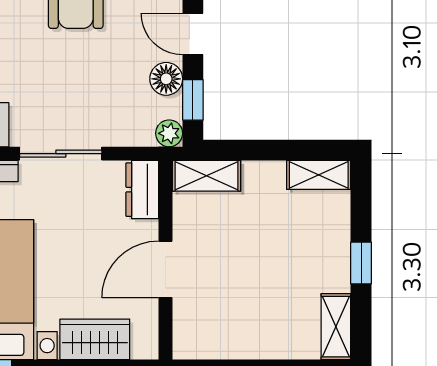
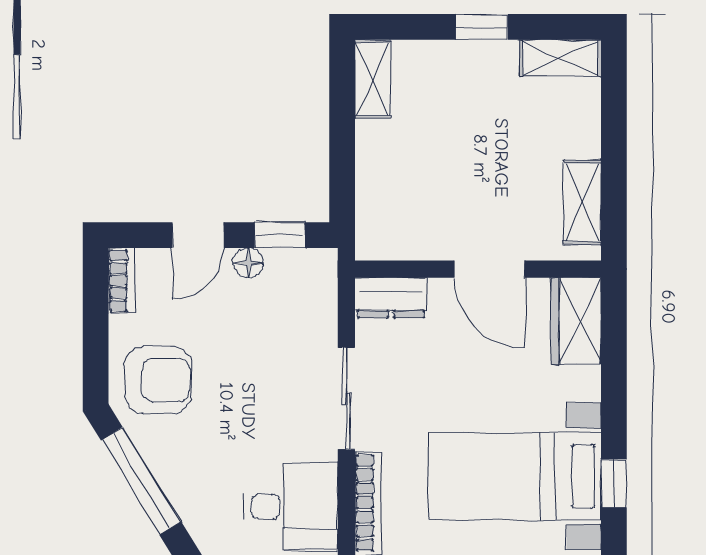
floor lamp: (166, 79) -> (248, 263), width x0.73, depth x0.73
plant: (169, 133) -> (321, 264), removed
shelving: (206, 176) -> (582, 202), moved
wardrobe: (95, 339) -> (576, 321), moved

